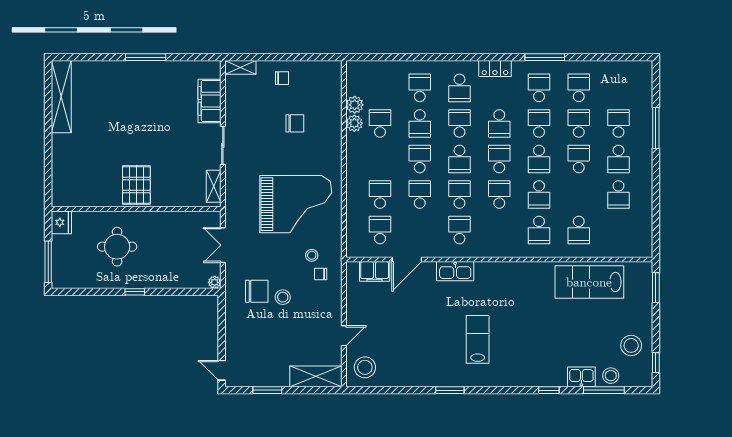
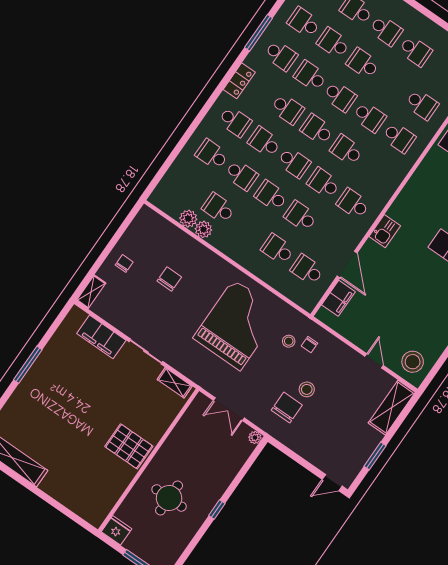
school desk: (539, 88) -> (281, 55), turned 180
kitchen sink: (455, 271) -> (385, 231), width x0.73

